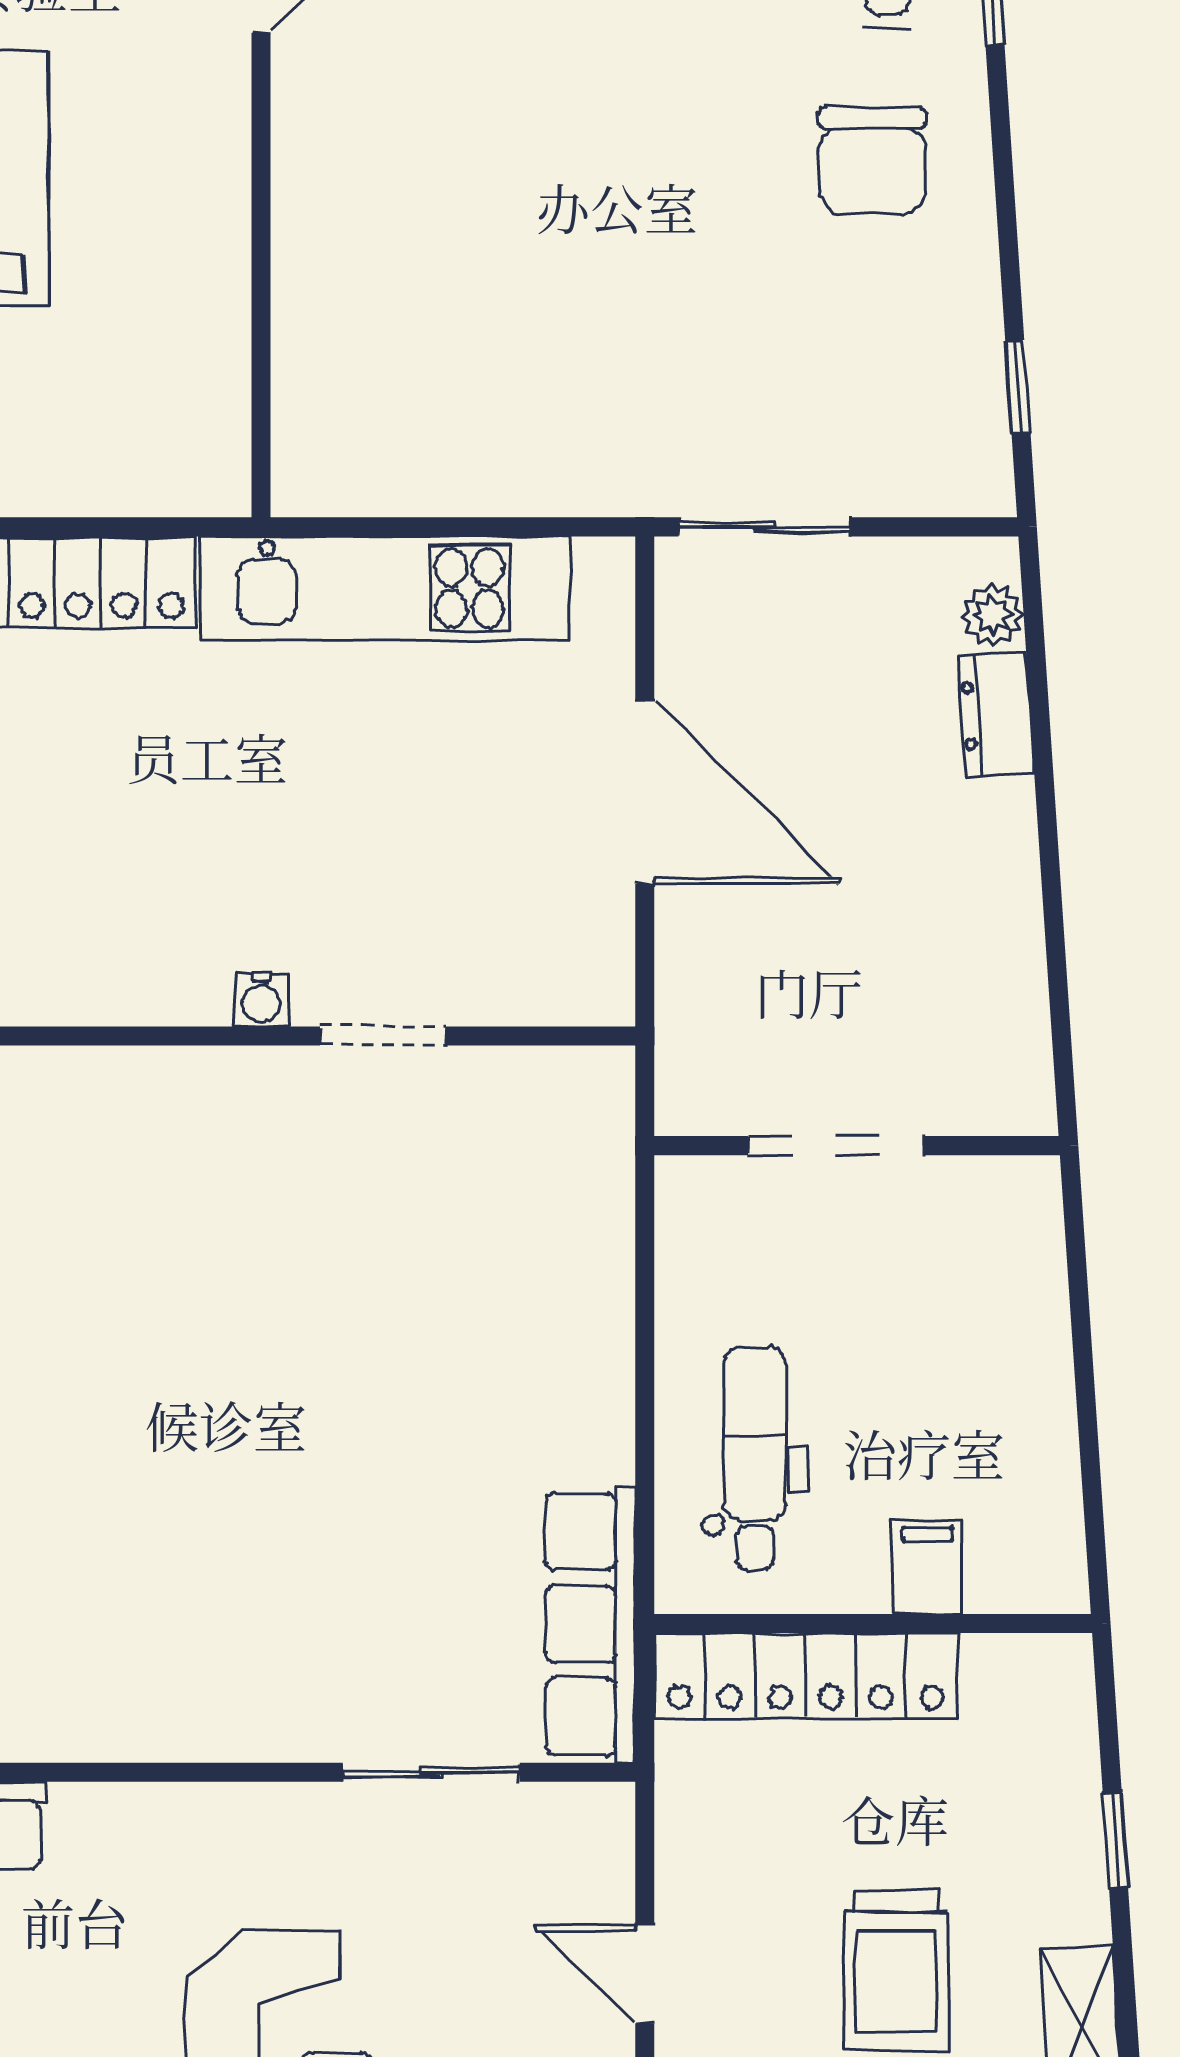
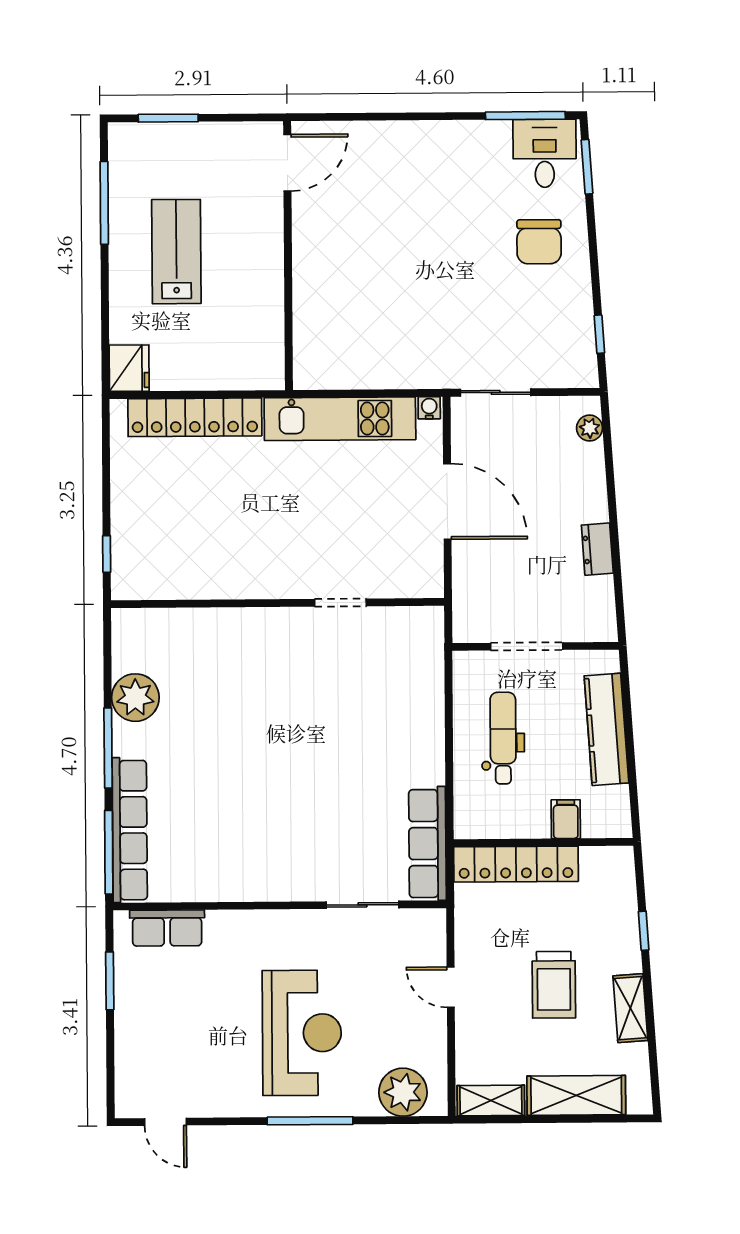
dresser: (996, 714) -> (597, 549), moved
water cooler: (261, 1000) -> (429, 408), moved, turned 180
kitchen counter: (1028, 1349) -> (606, 729), added
dental chair: (755, 1458) -> (503, 738), moved

